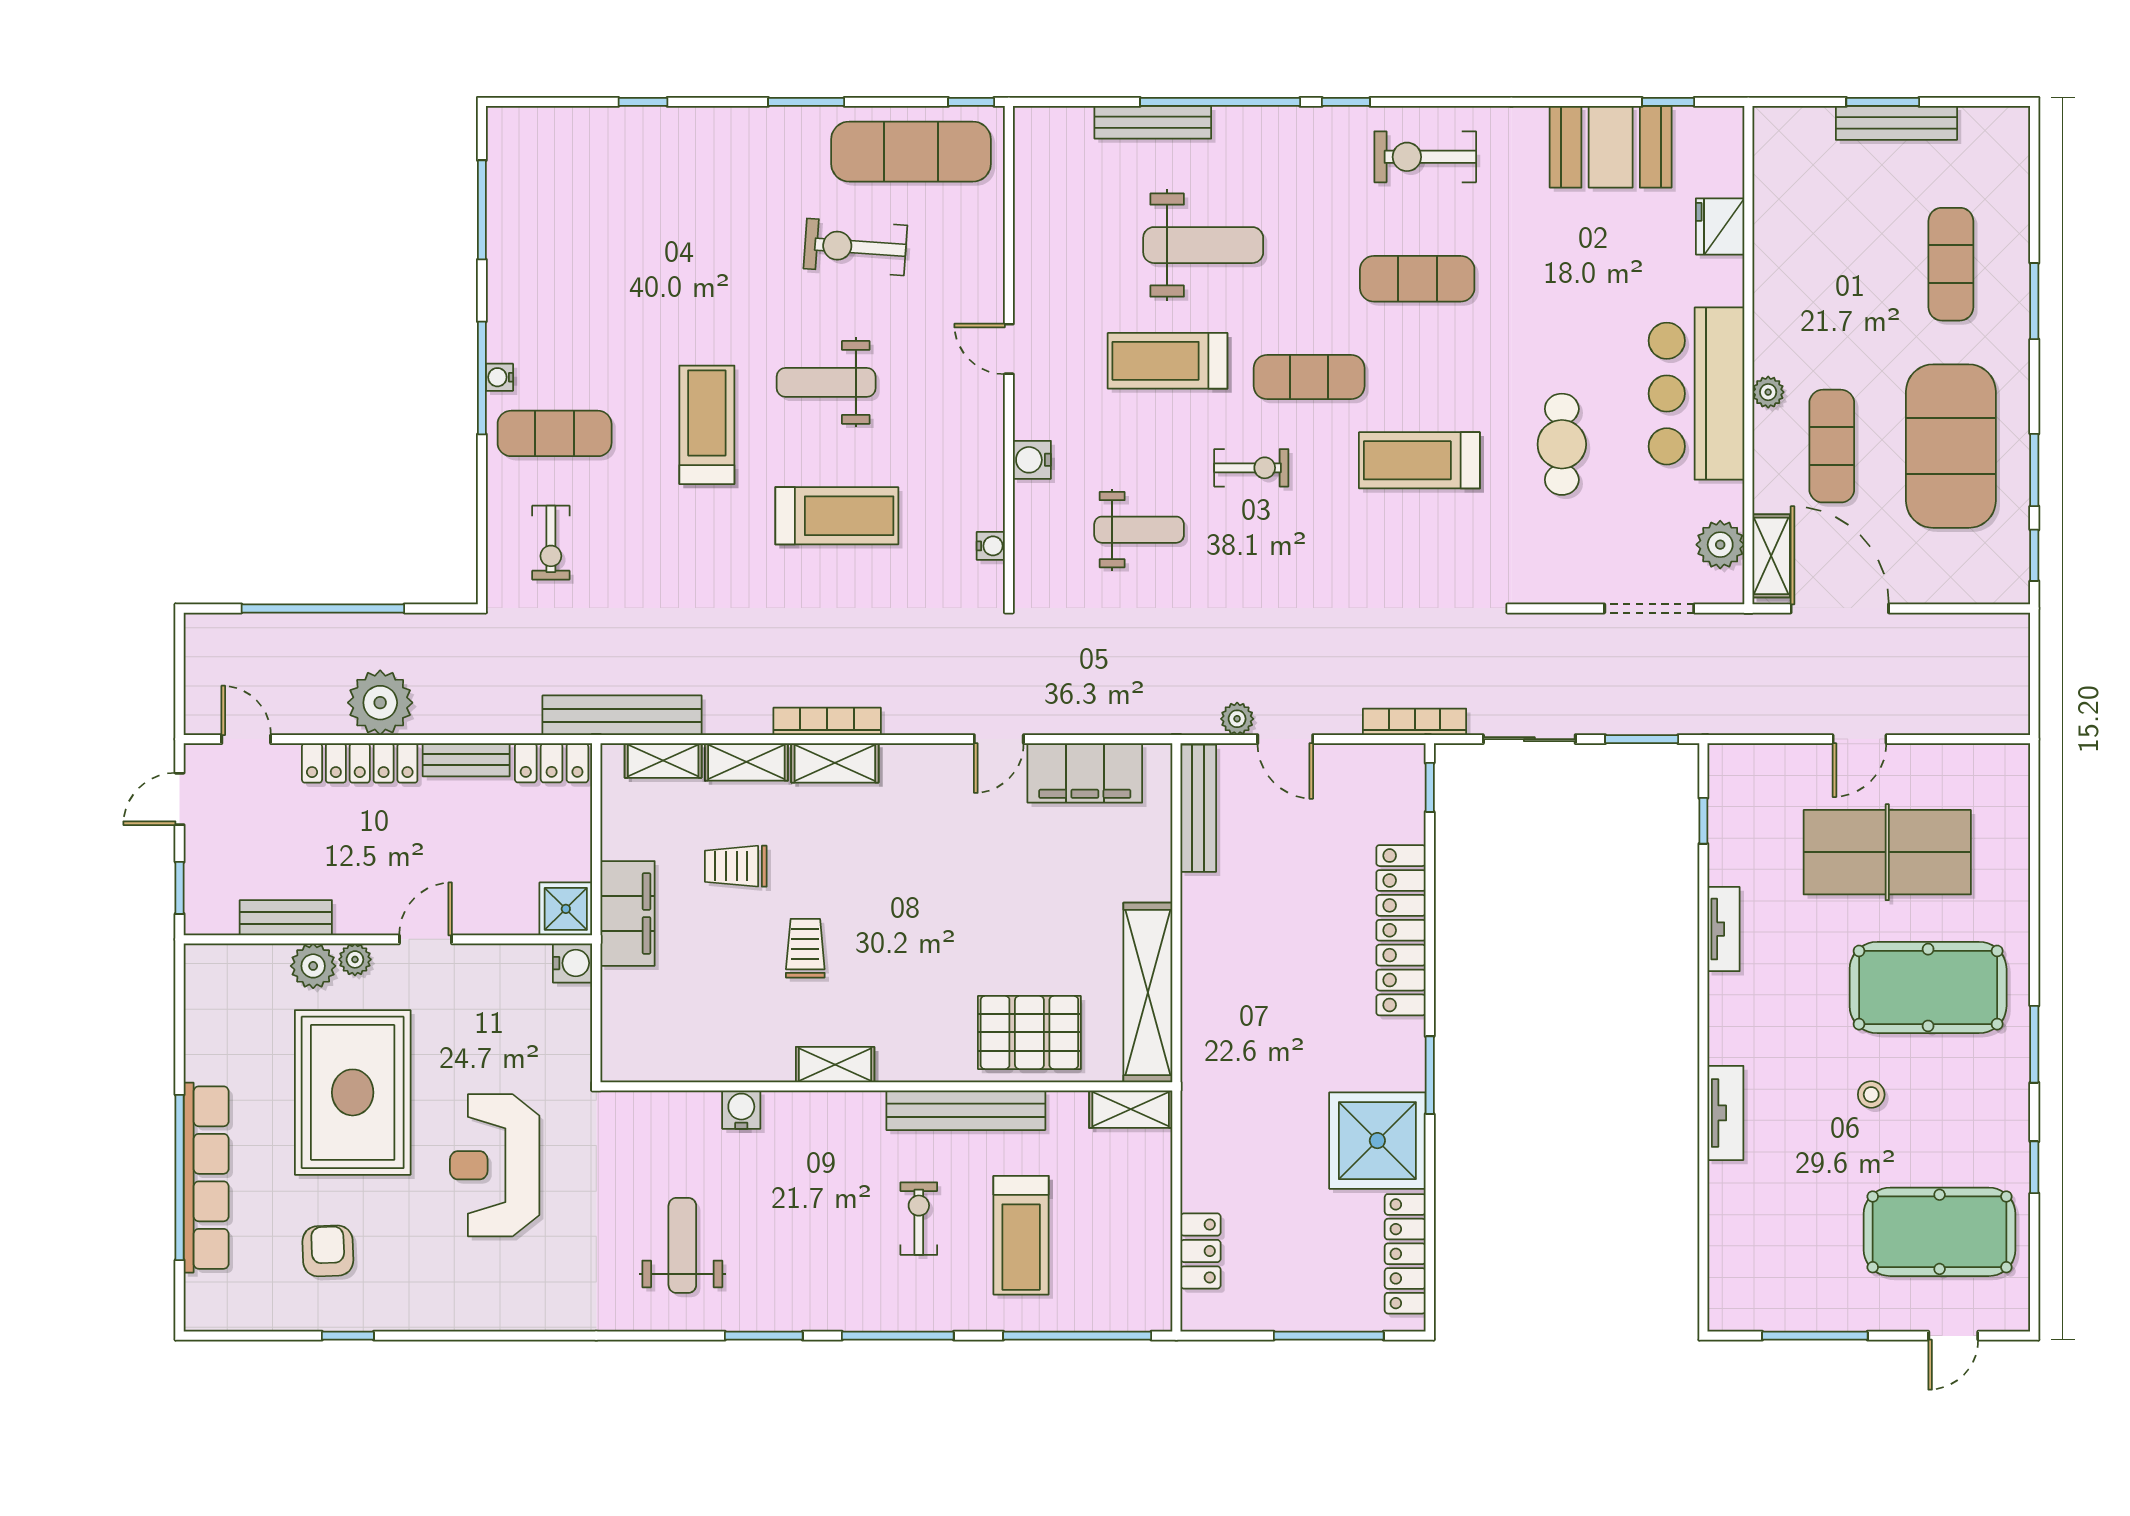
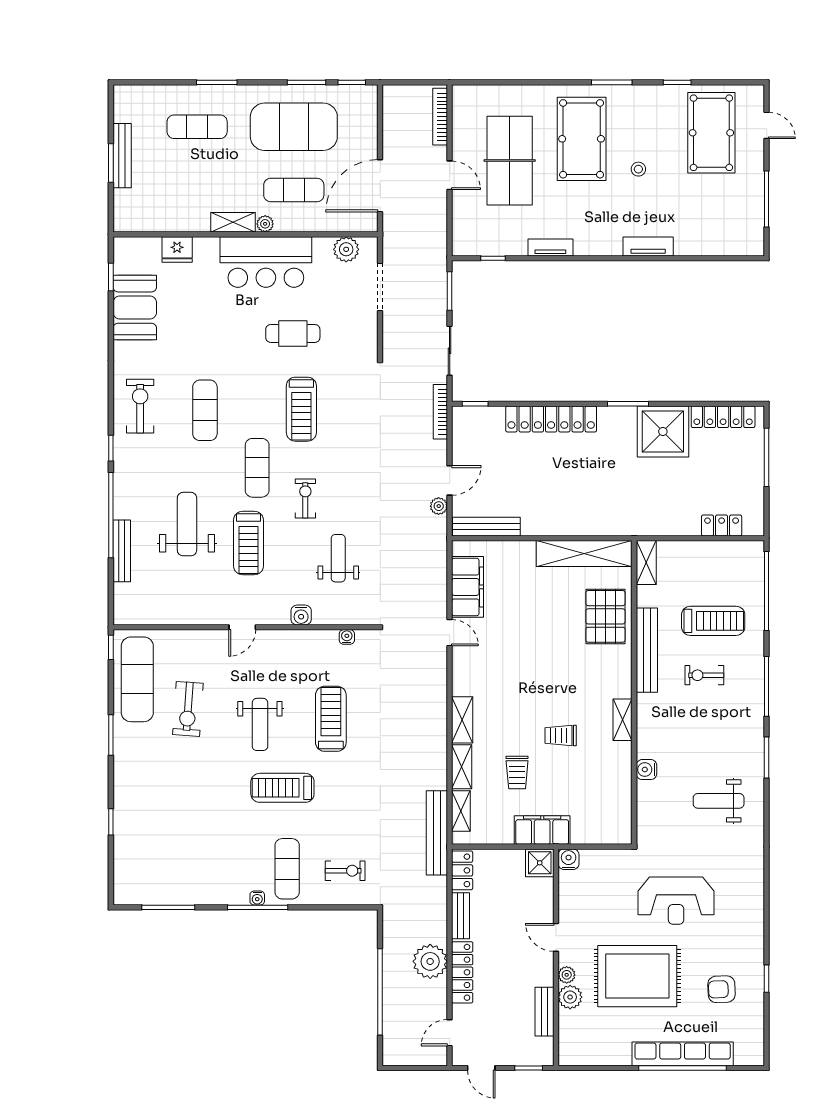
exercise bike: (1425, 157) -> (140, 406), turned 180
shelving: (1771, 556) -> (233, 222), moved
bookcase: (827, 721) -> (440, 117), moved

